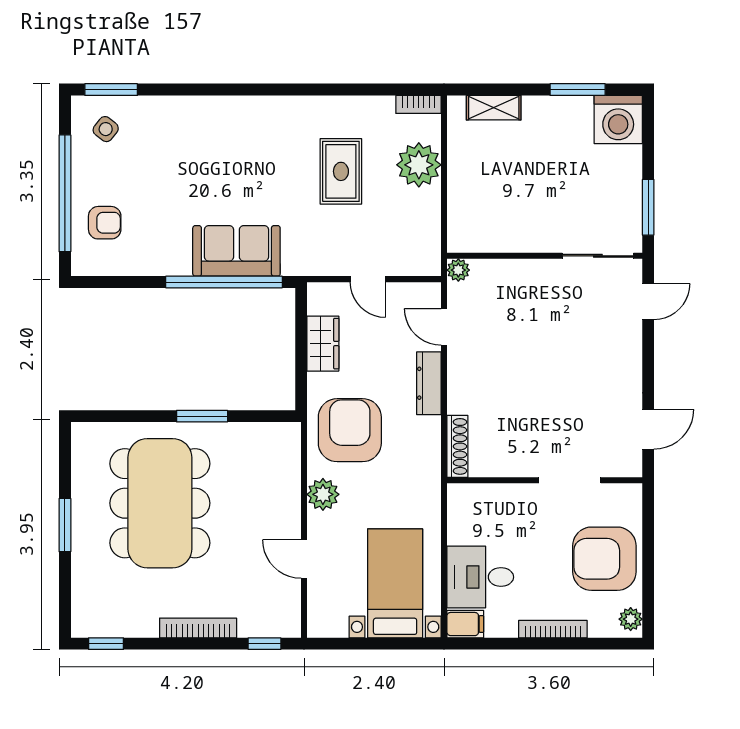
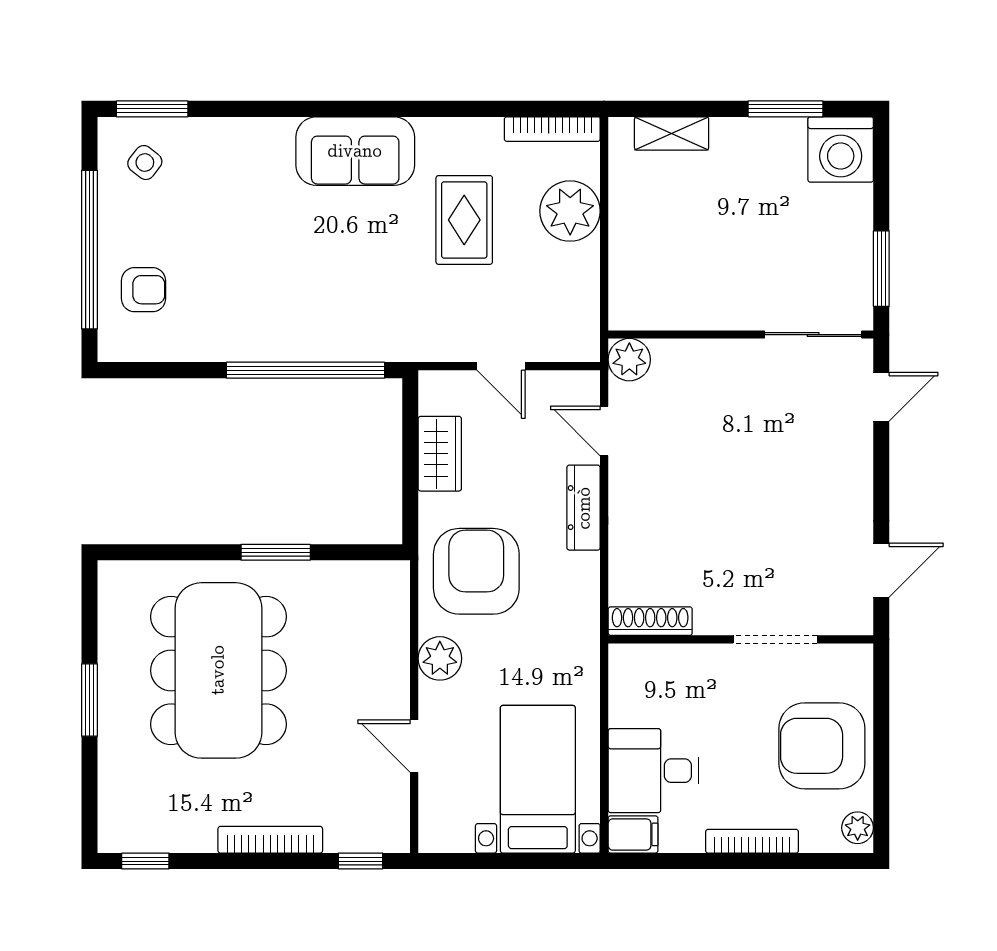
bookcase: (418, 104) -> (552, 129), width x1.56
sofa: (236, 251) -> (355, 151), moved, turned 180
plant: (458, 270) -> (629, 360), width x1.38, depth x1.38
shoe rack: (457, 446) -> (650, 621), moved, turned -90

